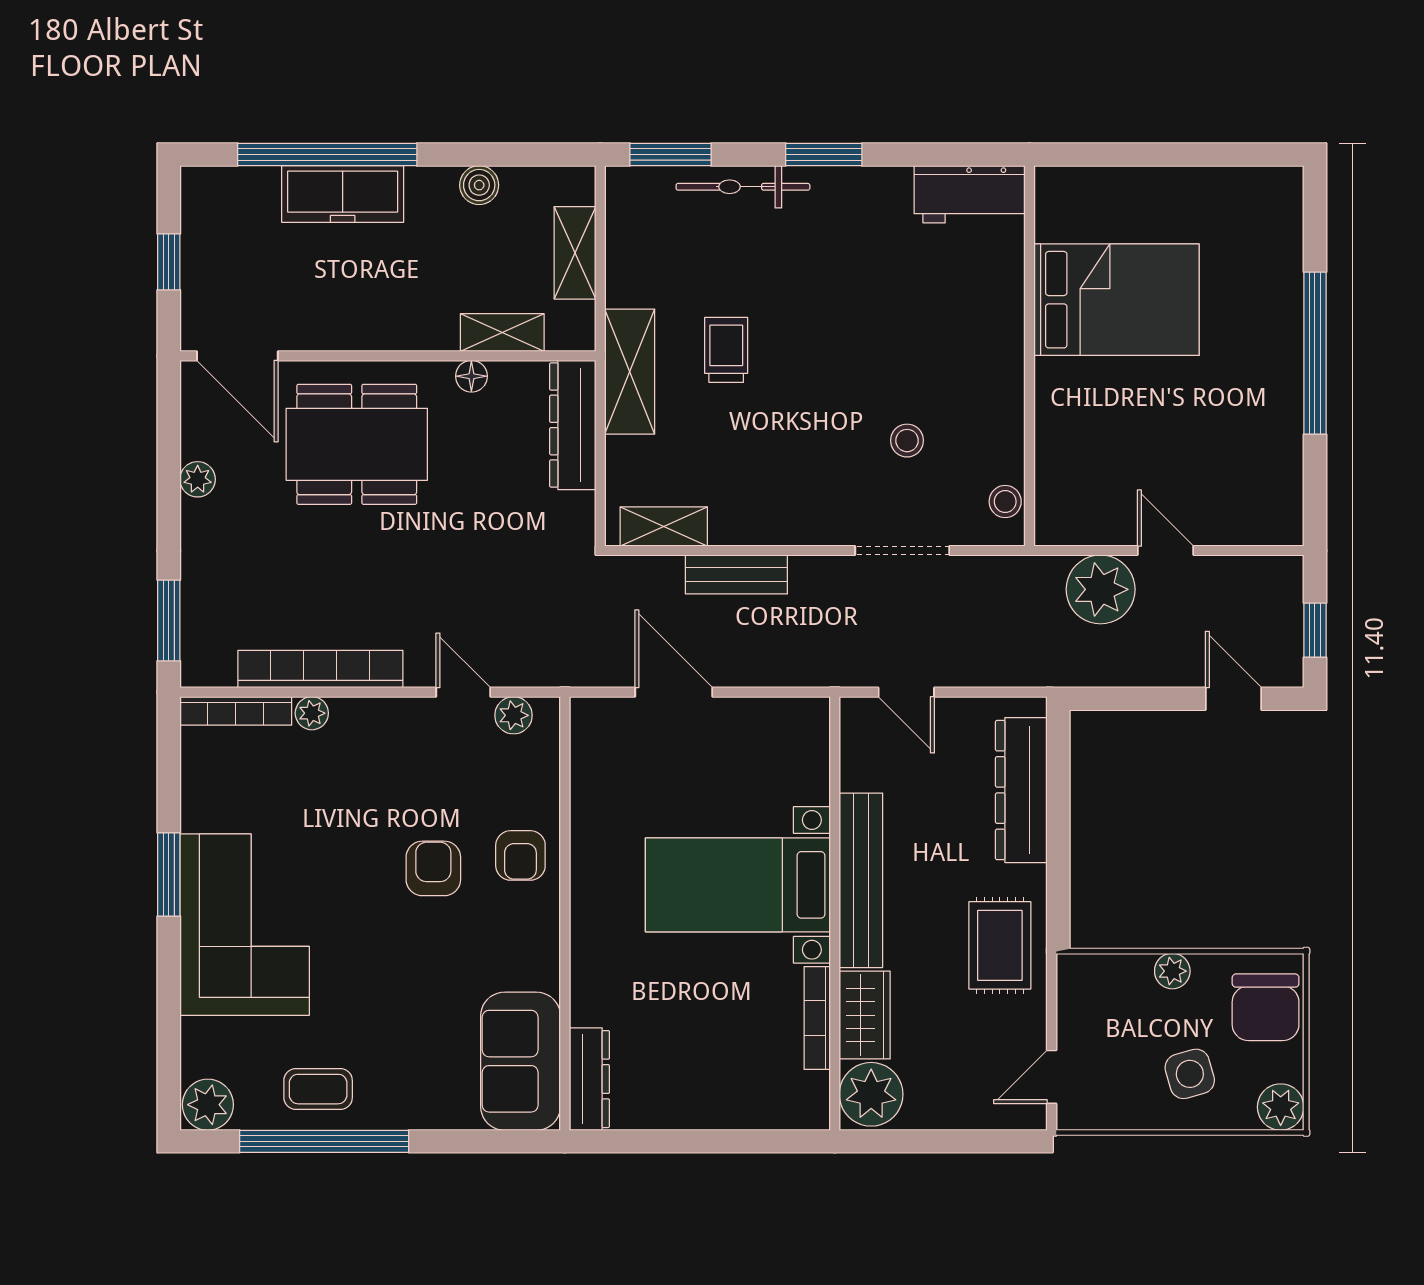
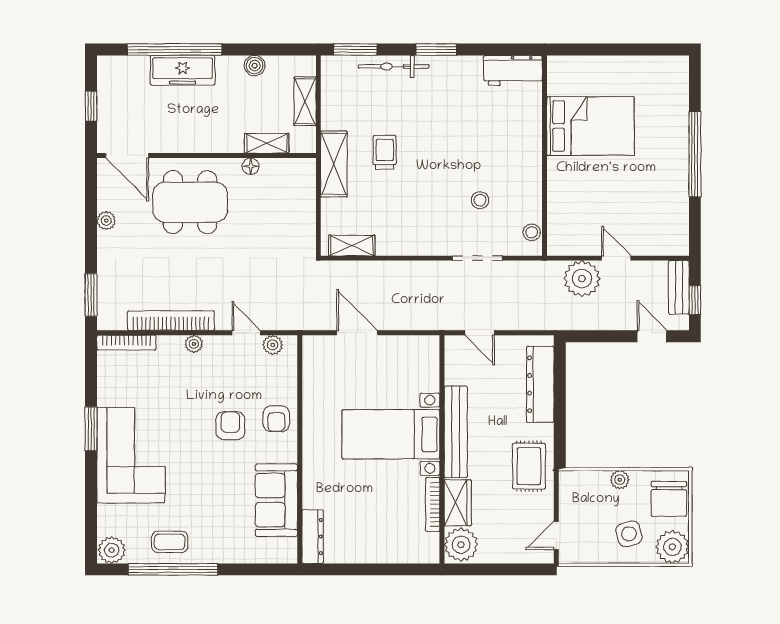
dresser: (573, 425) -> (304, 192), removed
bench: (736, 574) -> (679, 287), moved, turned 90
plant: (312, 713) -> (194, 344), moved
sofa: (521, 1061) -> (276, 500), moved
plant: (1281, 1107) -> (672, 547), width x1.36, depth x1.36

